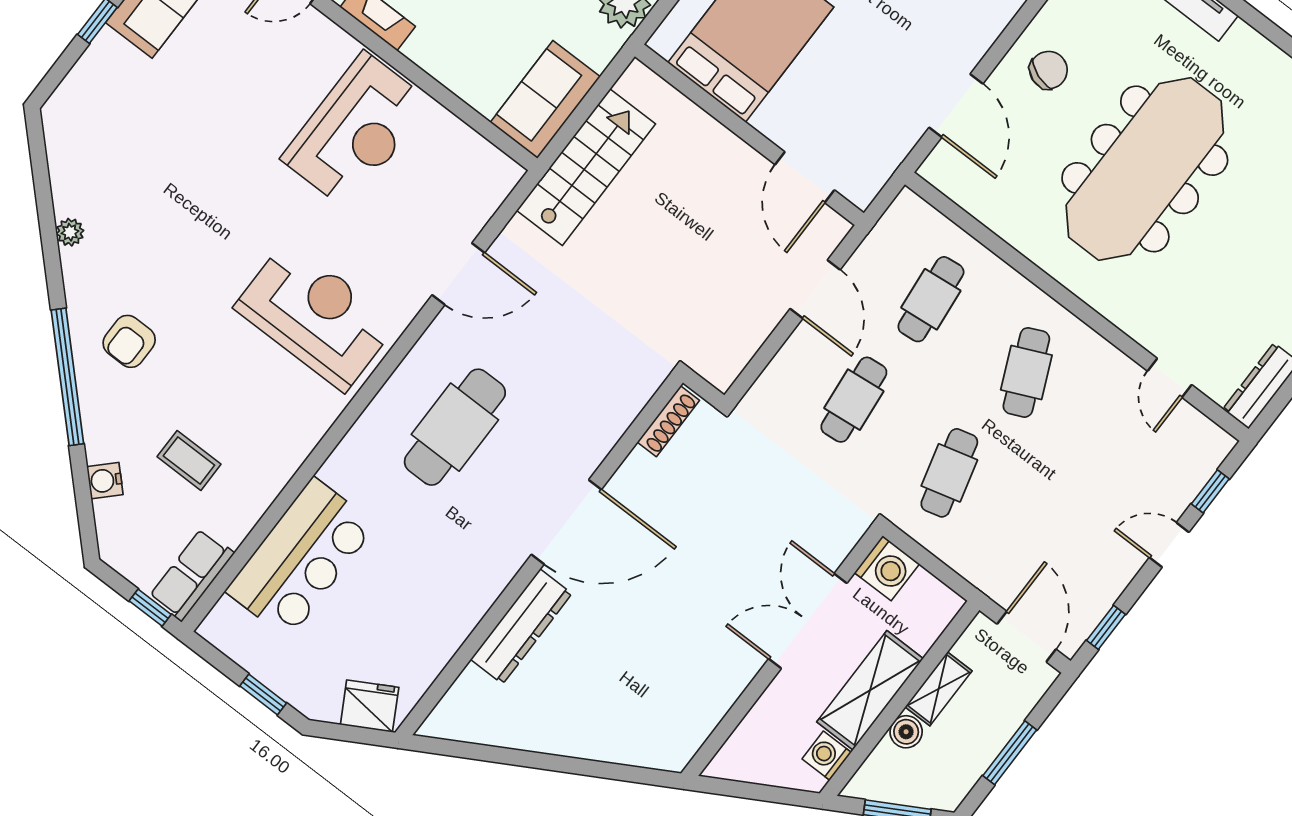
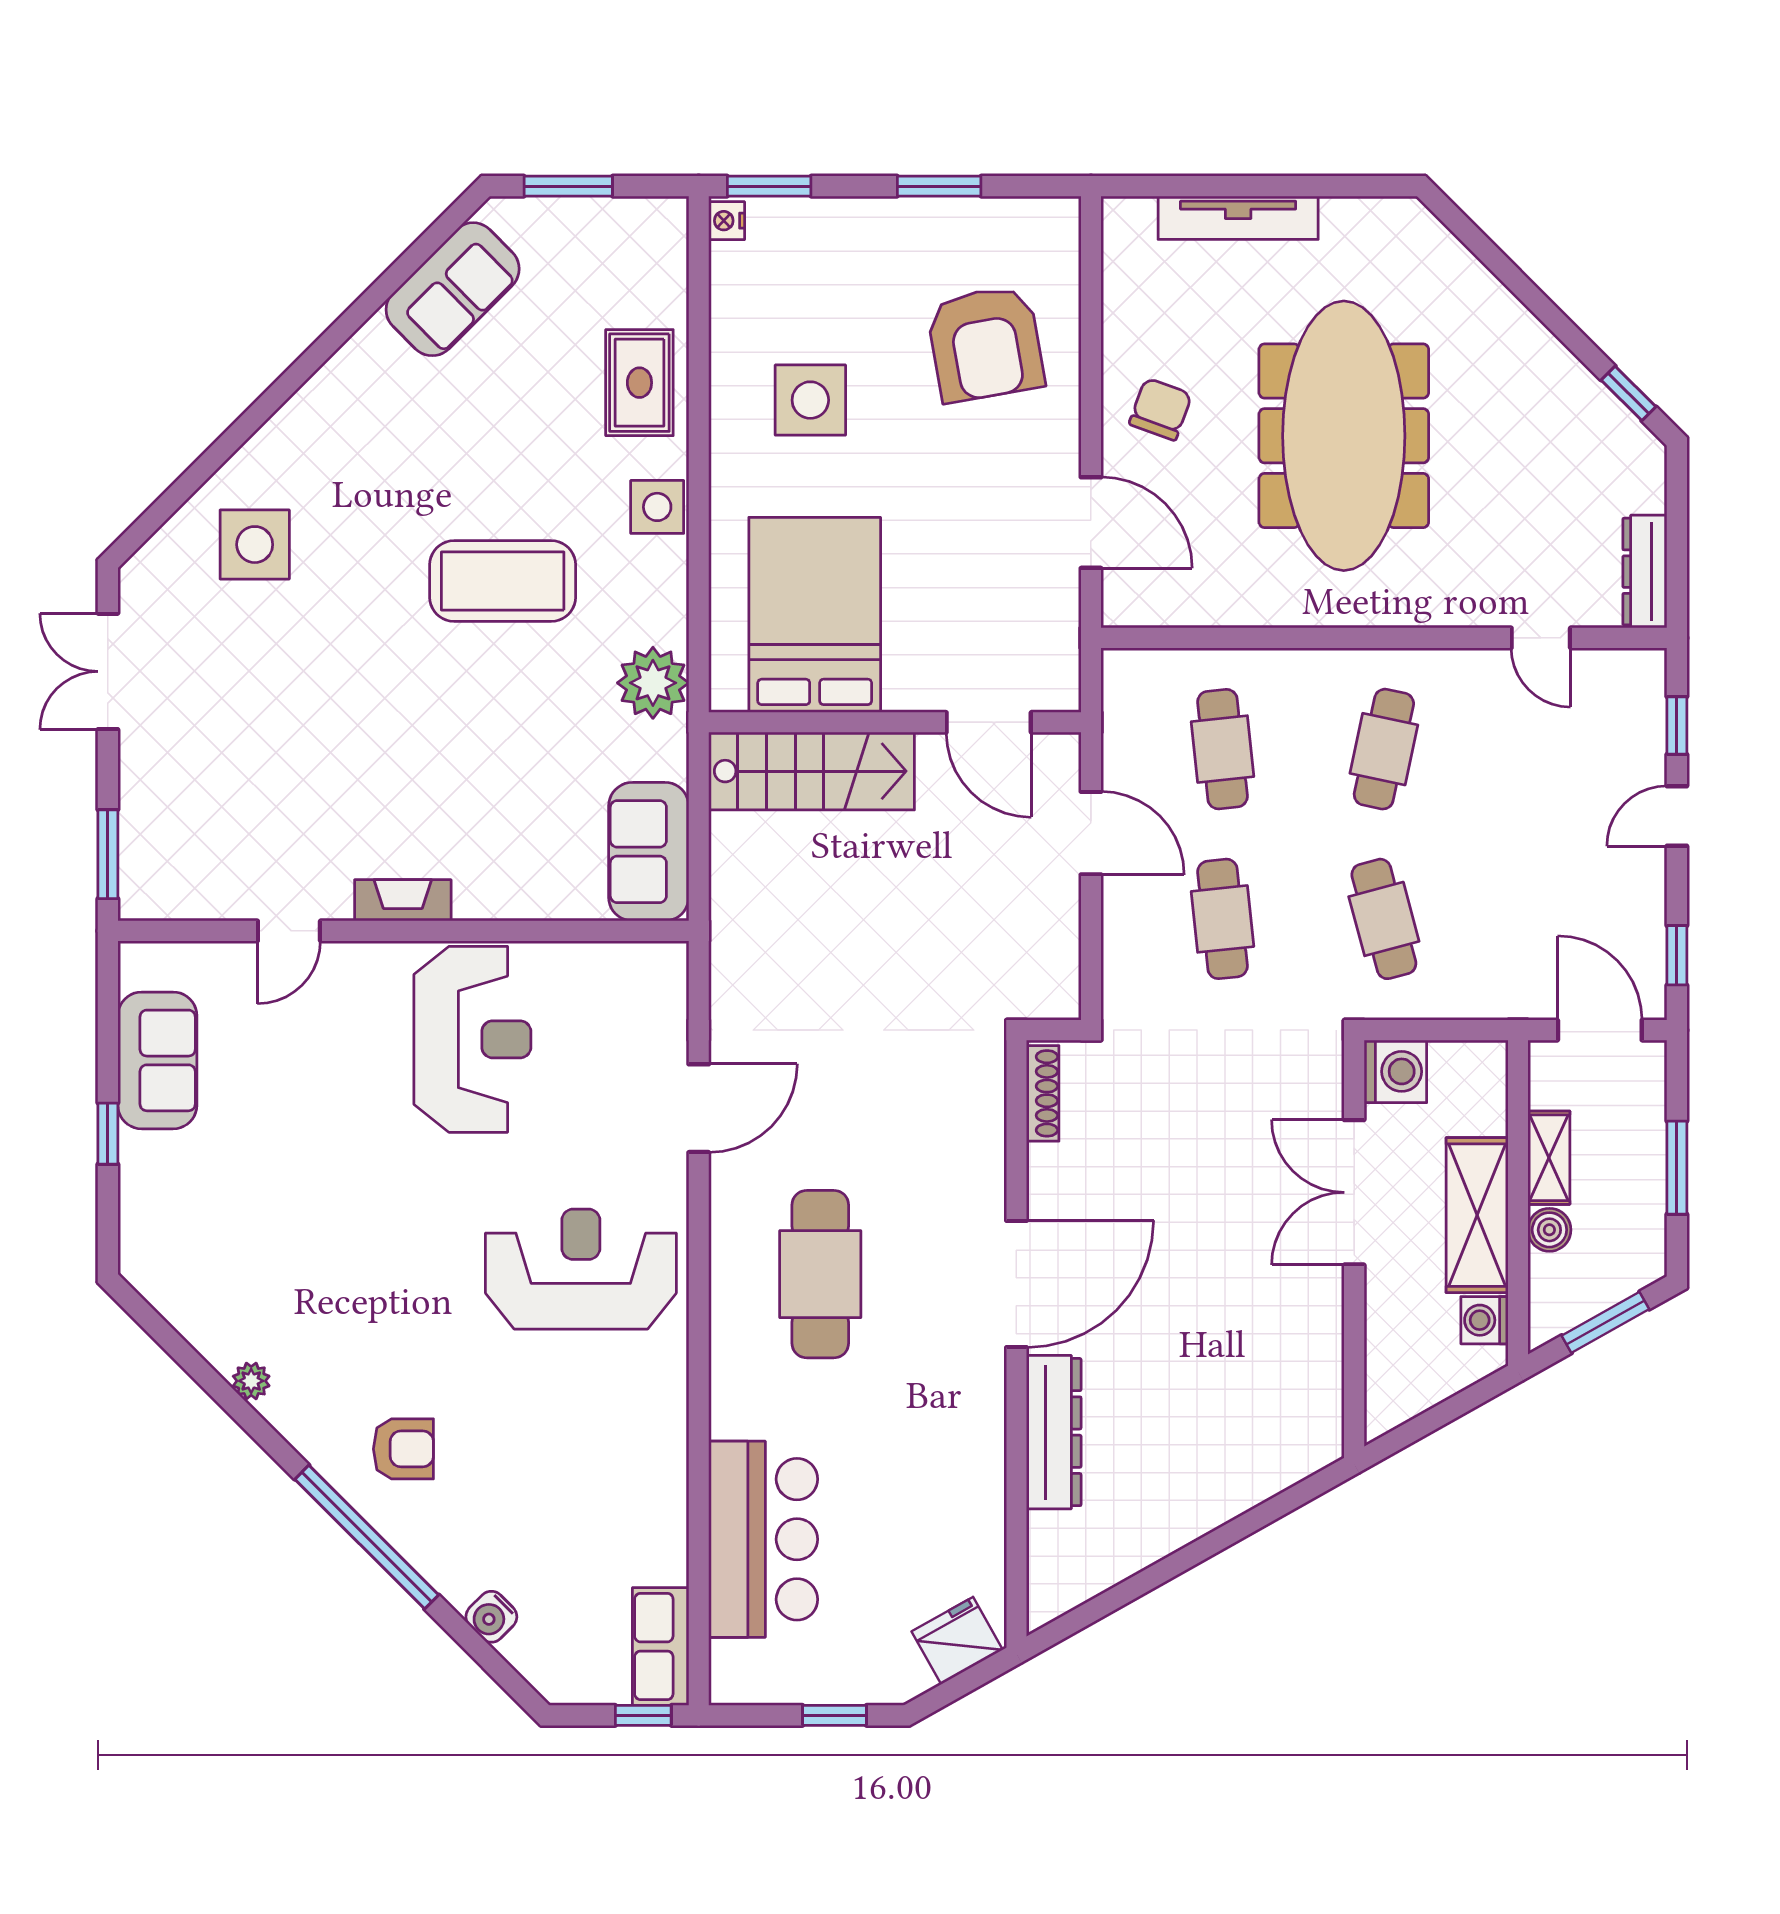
stairs: (586, 167) -> (812, 771), moved, turned 90
armchair: (129, 341) -> (403, 1449), turned -90
cafe table: (1026, 372) -> (1384, 749), turned 36
coffee table: (189, 460) -> (564, 1527), removed

